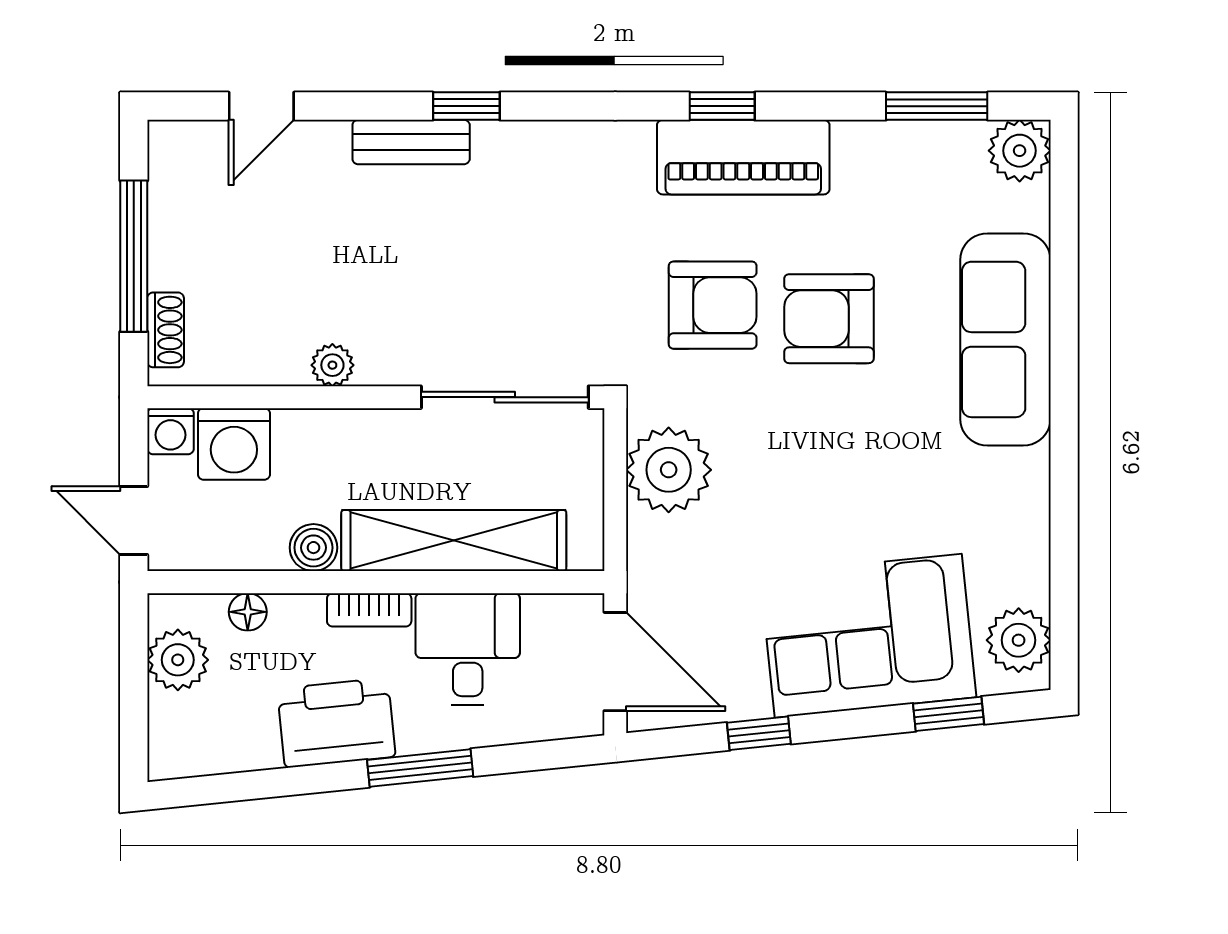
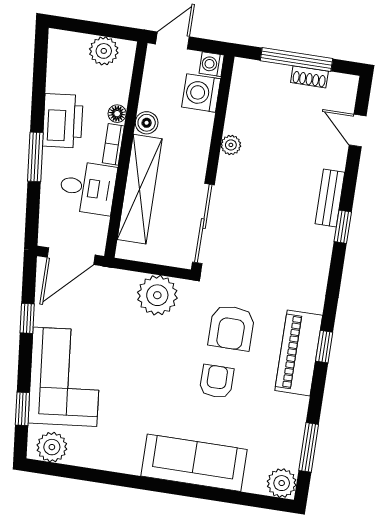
armchair: (829, 319) -> (217, 381), width x0.72, depth x0.72
shoe rack: (166, 330) -> (309, 77), moved
floor lamp: (248, 612) -> (117, 114), moved

